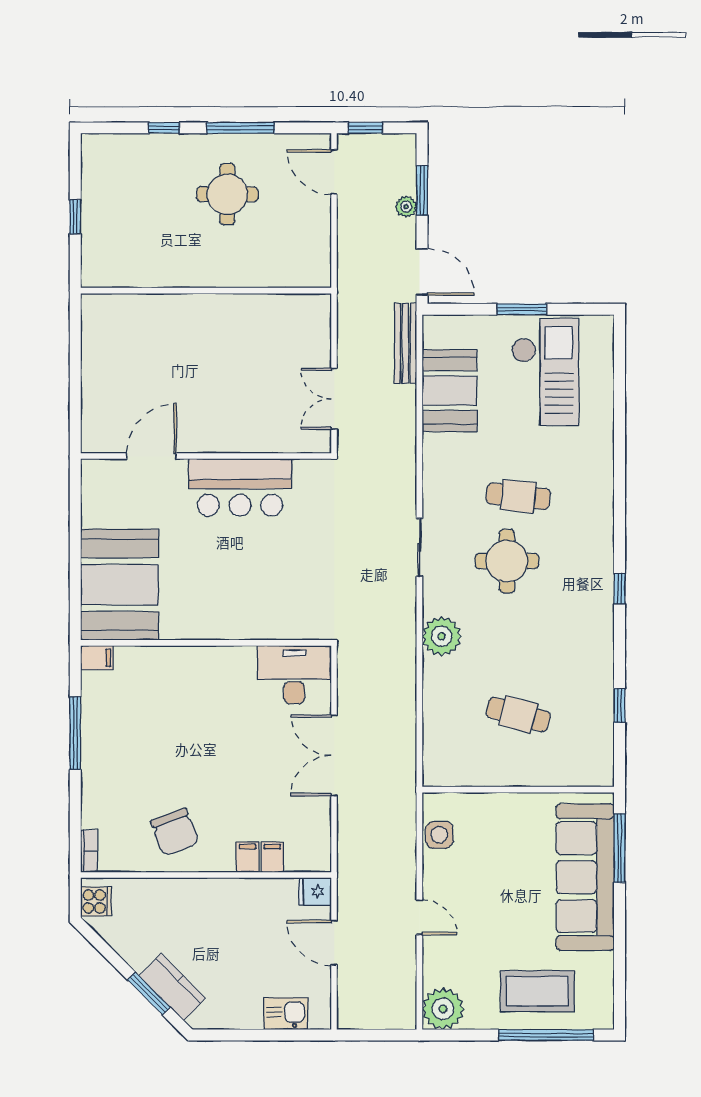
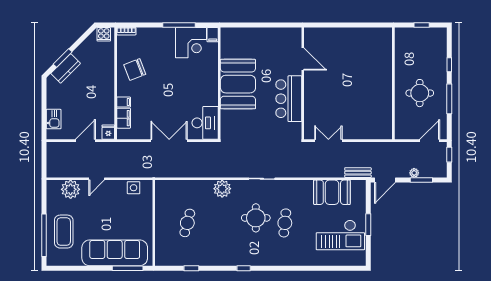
window: (75, 217) -> (422, 25), moved
wall: (206, 291) -> (393, 83), moved
bench: (406, 343) -> (358, 173), width x0.73
booth: (120, 585) -> (238, 84), moved, turned 90
corner desk: (115, 706) -> (191, 43), added
filing cabinet: (272, 857) -> (124, 118), width x2.00
plant: (443, 1009) -> (71, 189), moved

